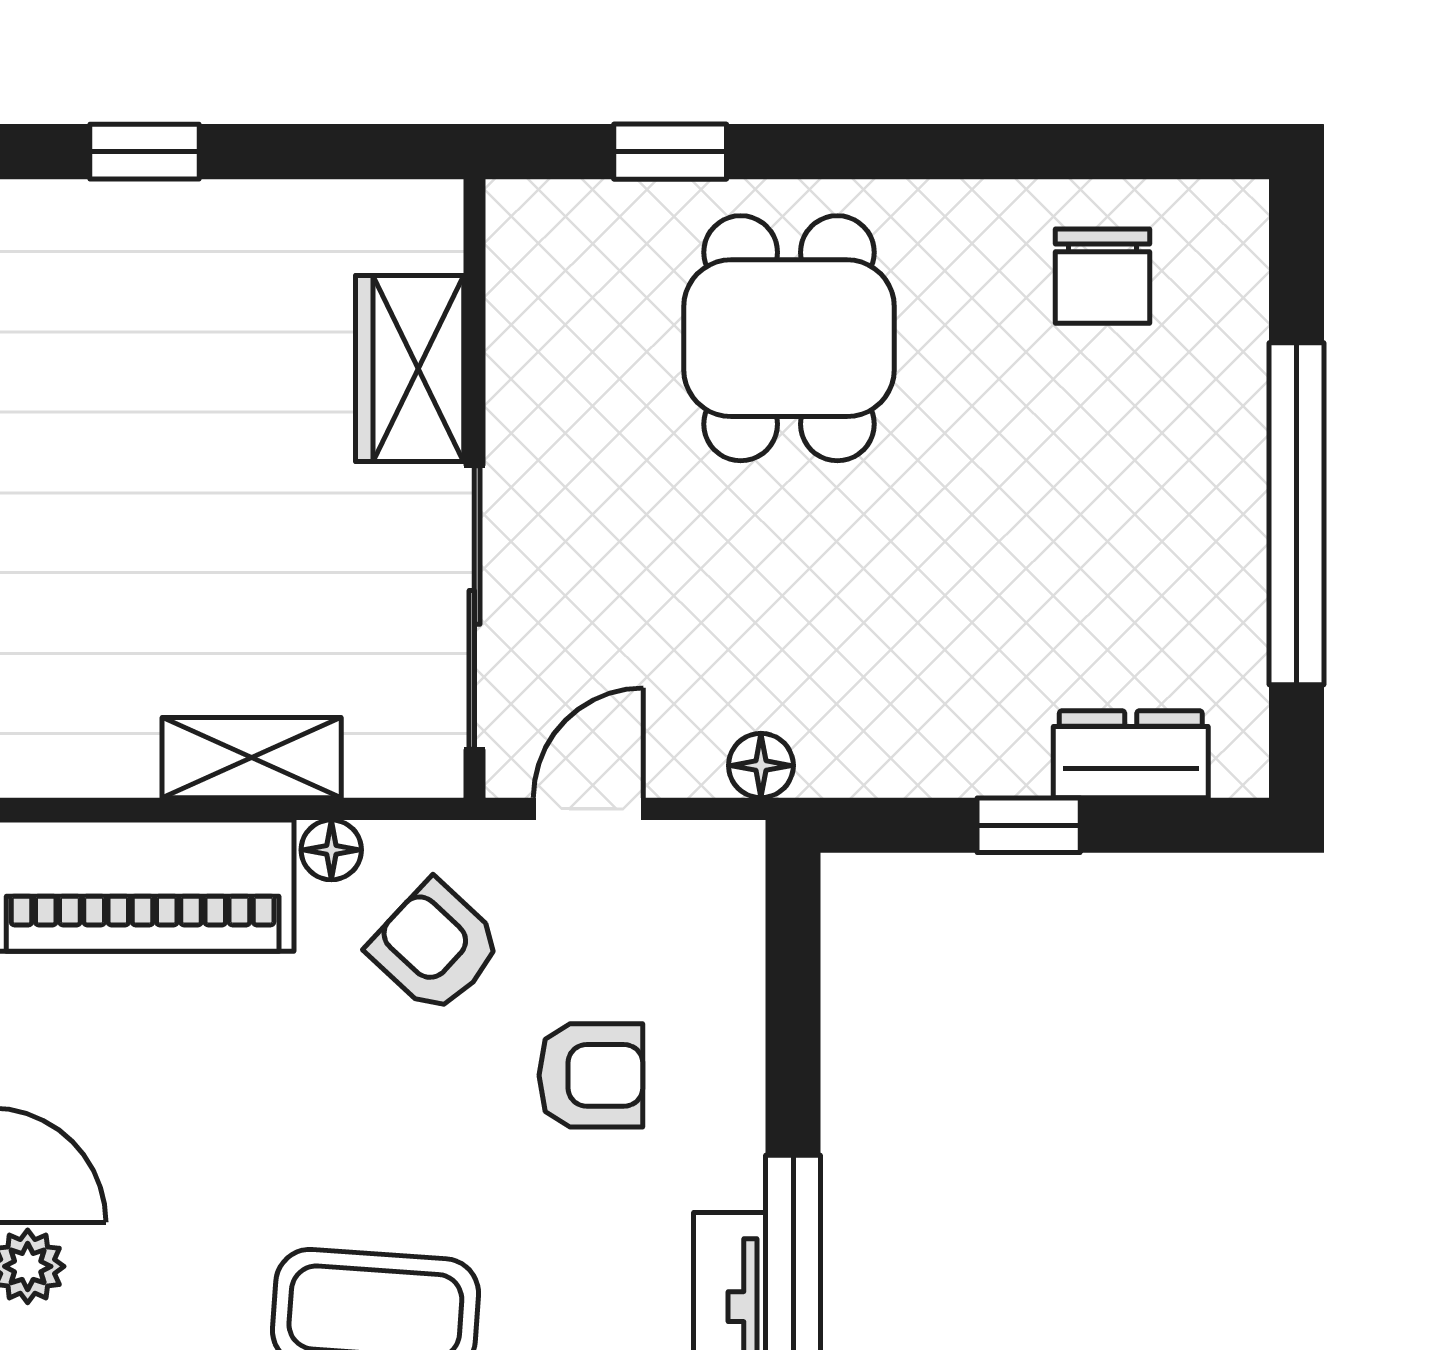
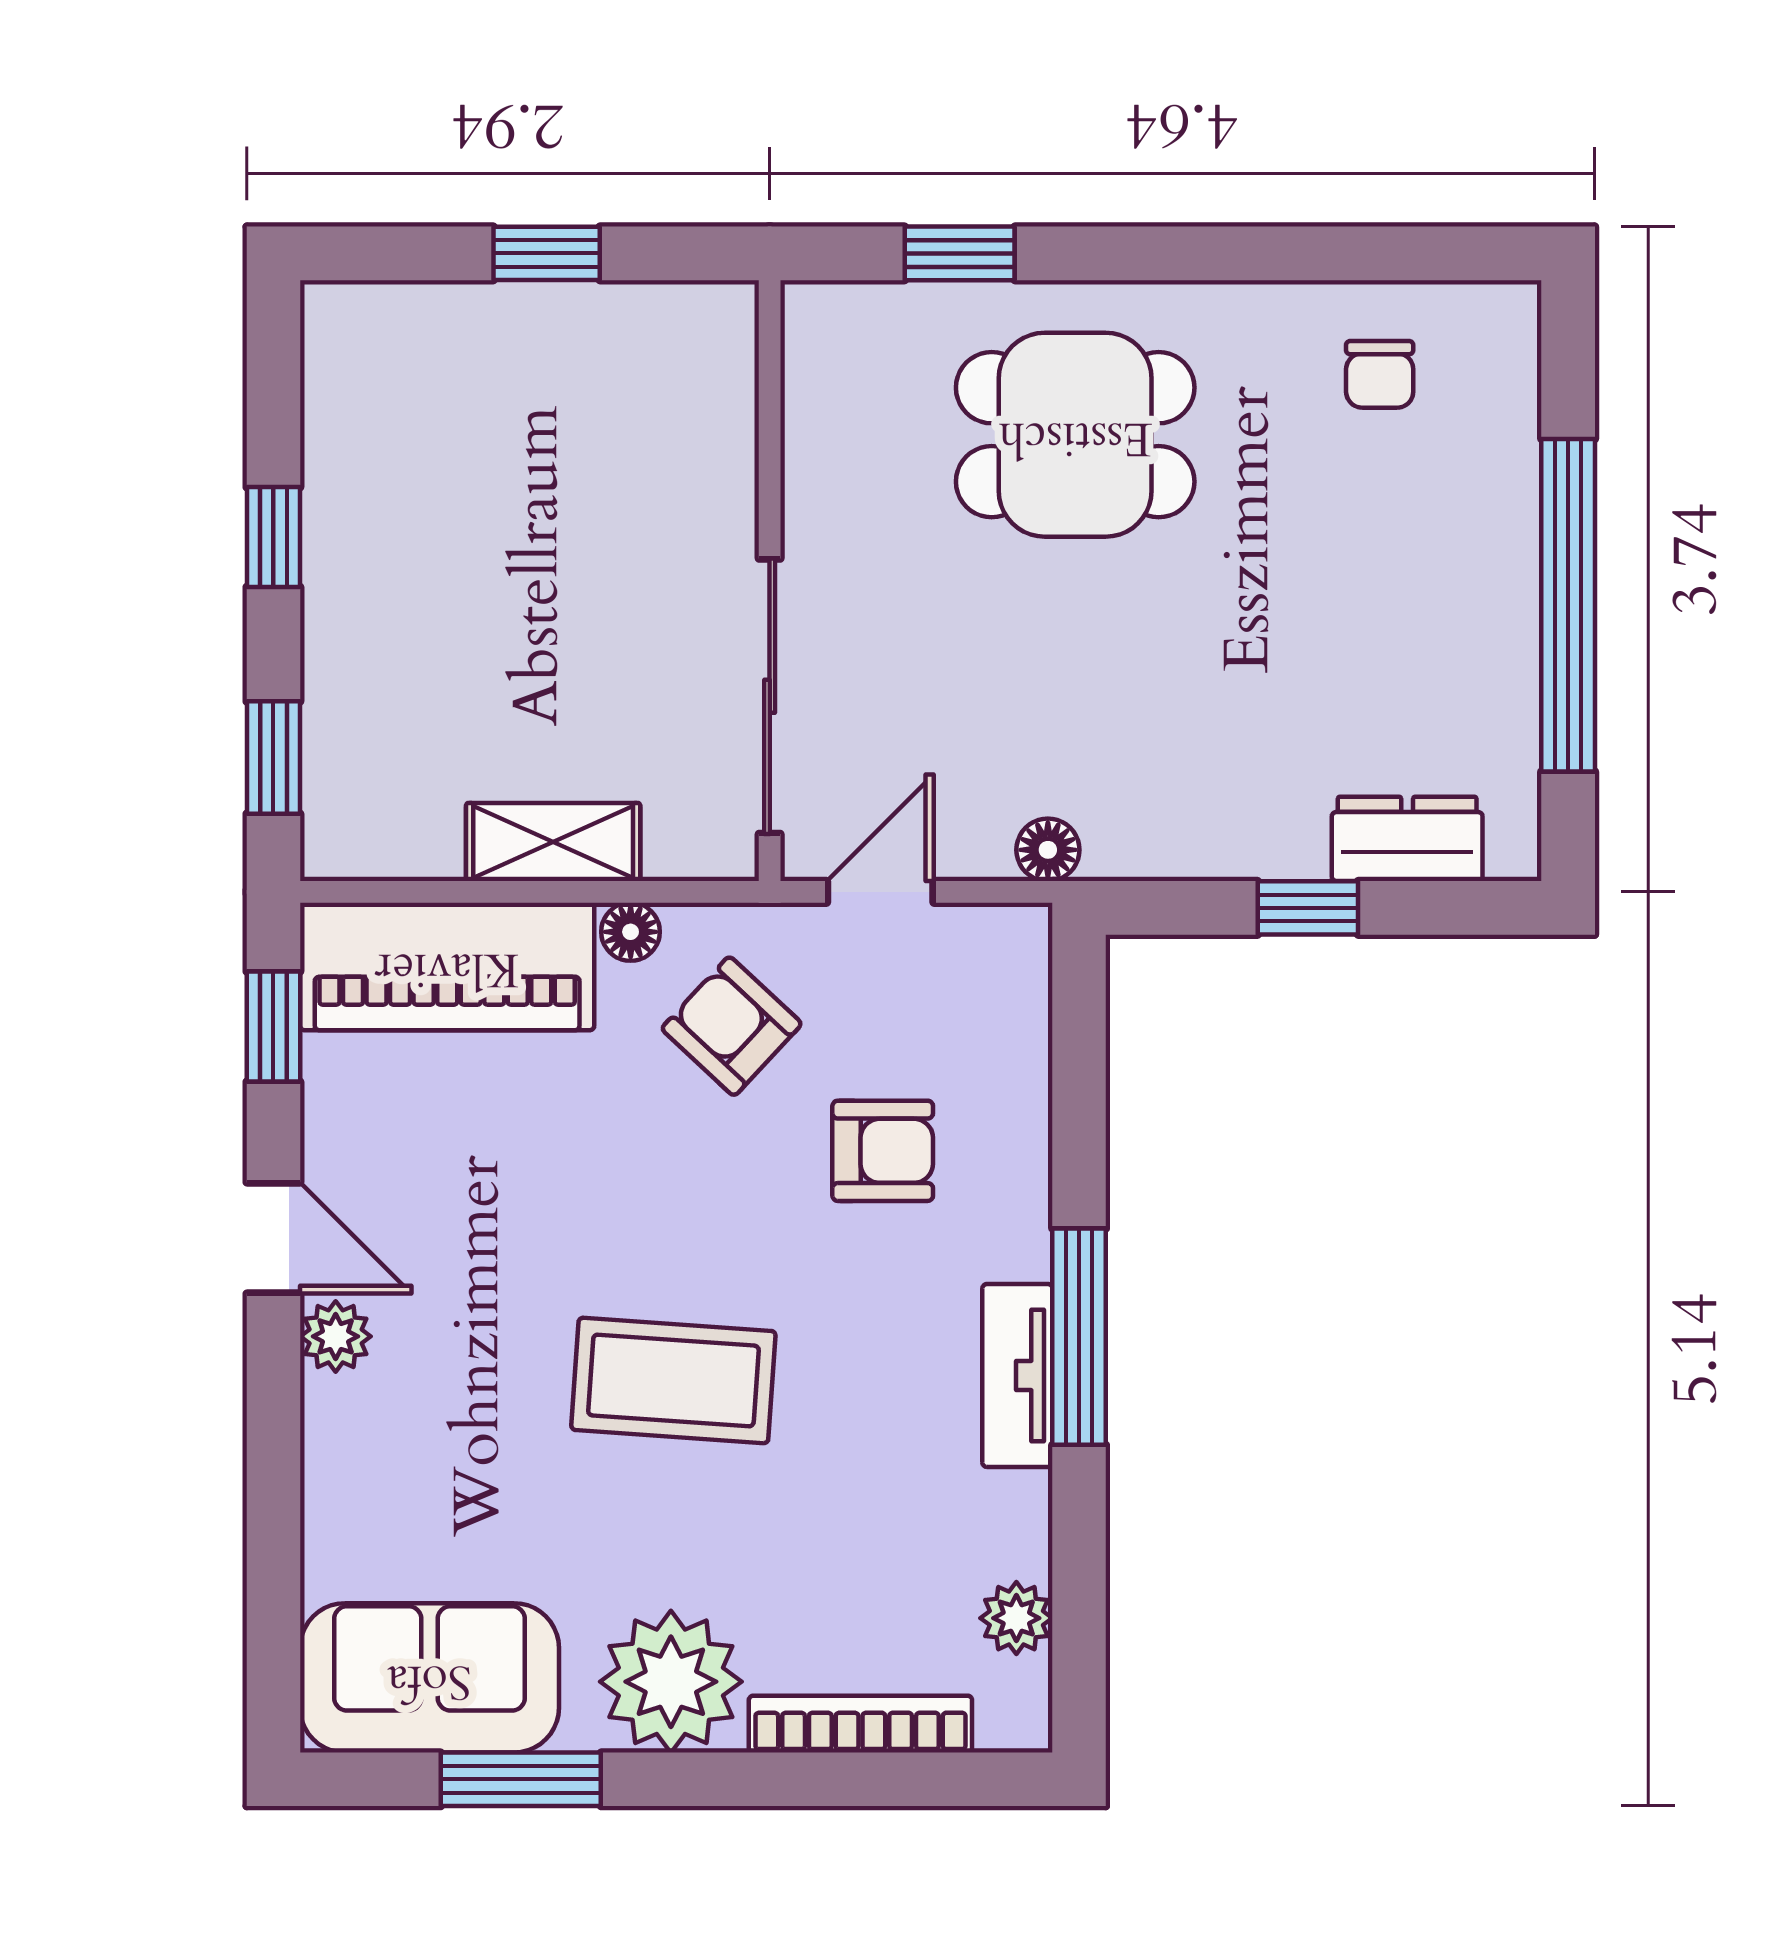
window: (144, 152) -> (547, 253), moved
chair: (1102, 276) -> (1380, 374), width x0.73, depth x0.73
dining table: (789, 338) -> (1075, 435), turned 90
wardrobe: (410, 369) -> (707, 464), removed

